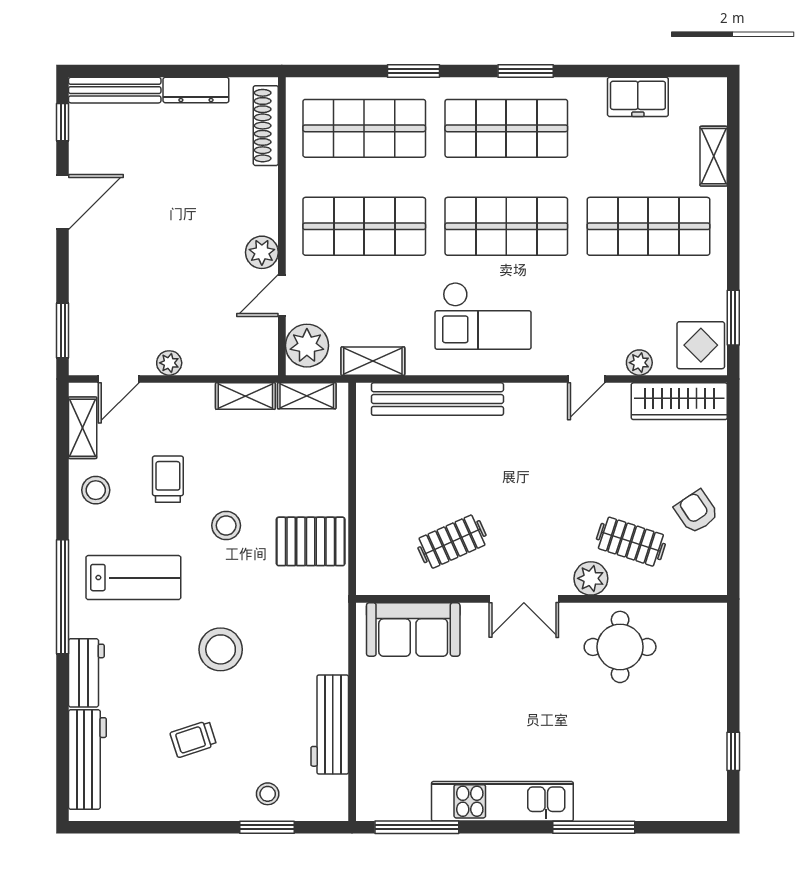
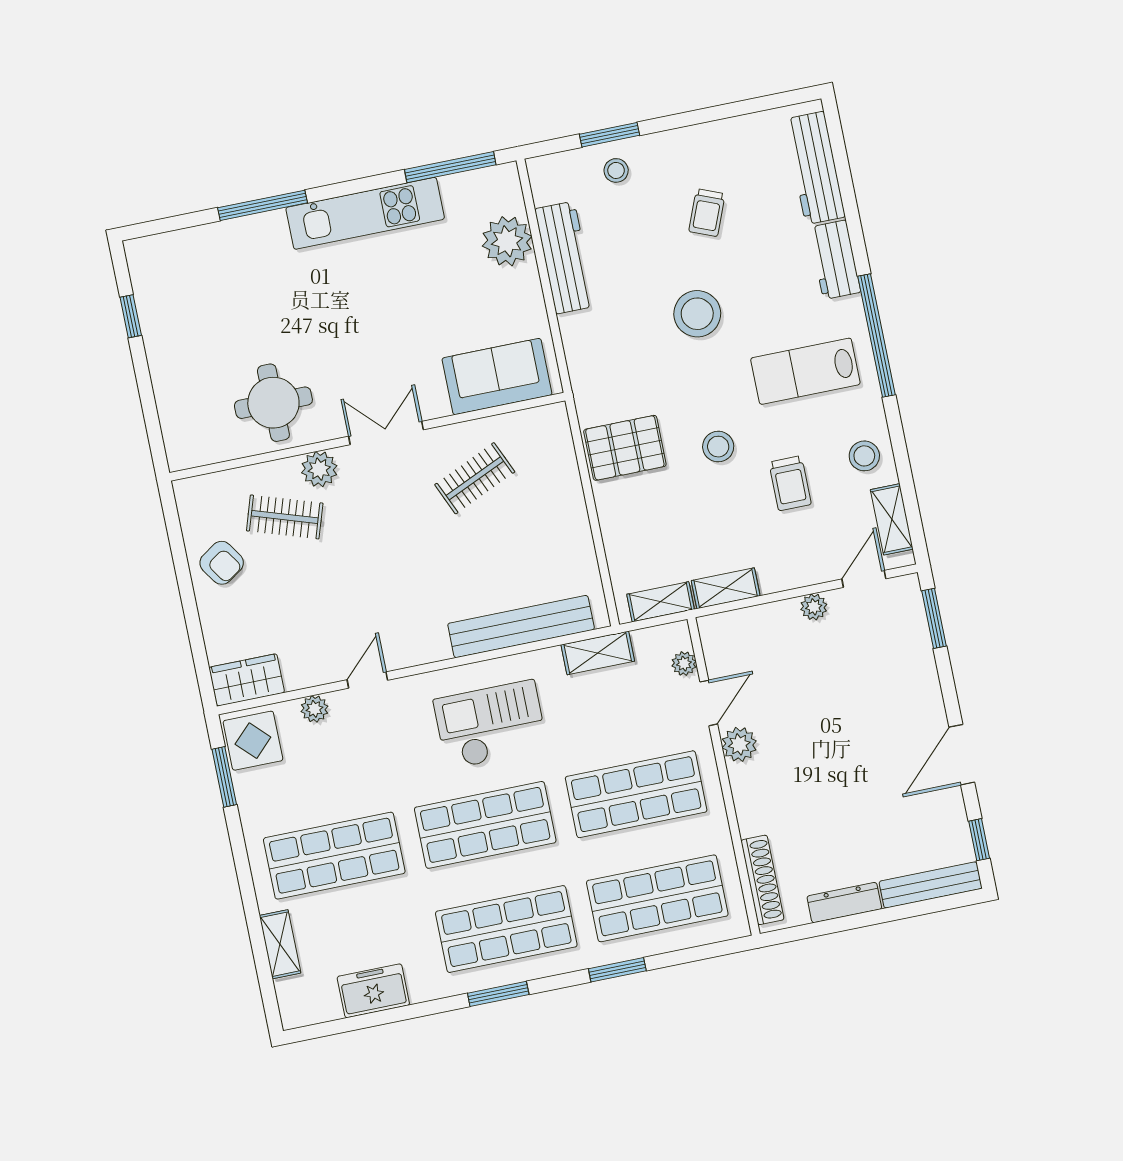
plant: (307, 346) -> (684, 664), width x0.53, depth x0.53
wardrobe: (679, 401) -> (247, 680), width x0.67
trolley: (193, 739) -> (707, 213), turned 130
plant: (379, 750) -> (507, 241), added

